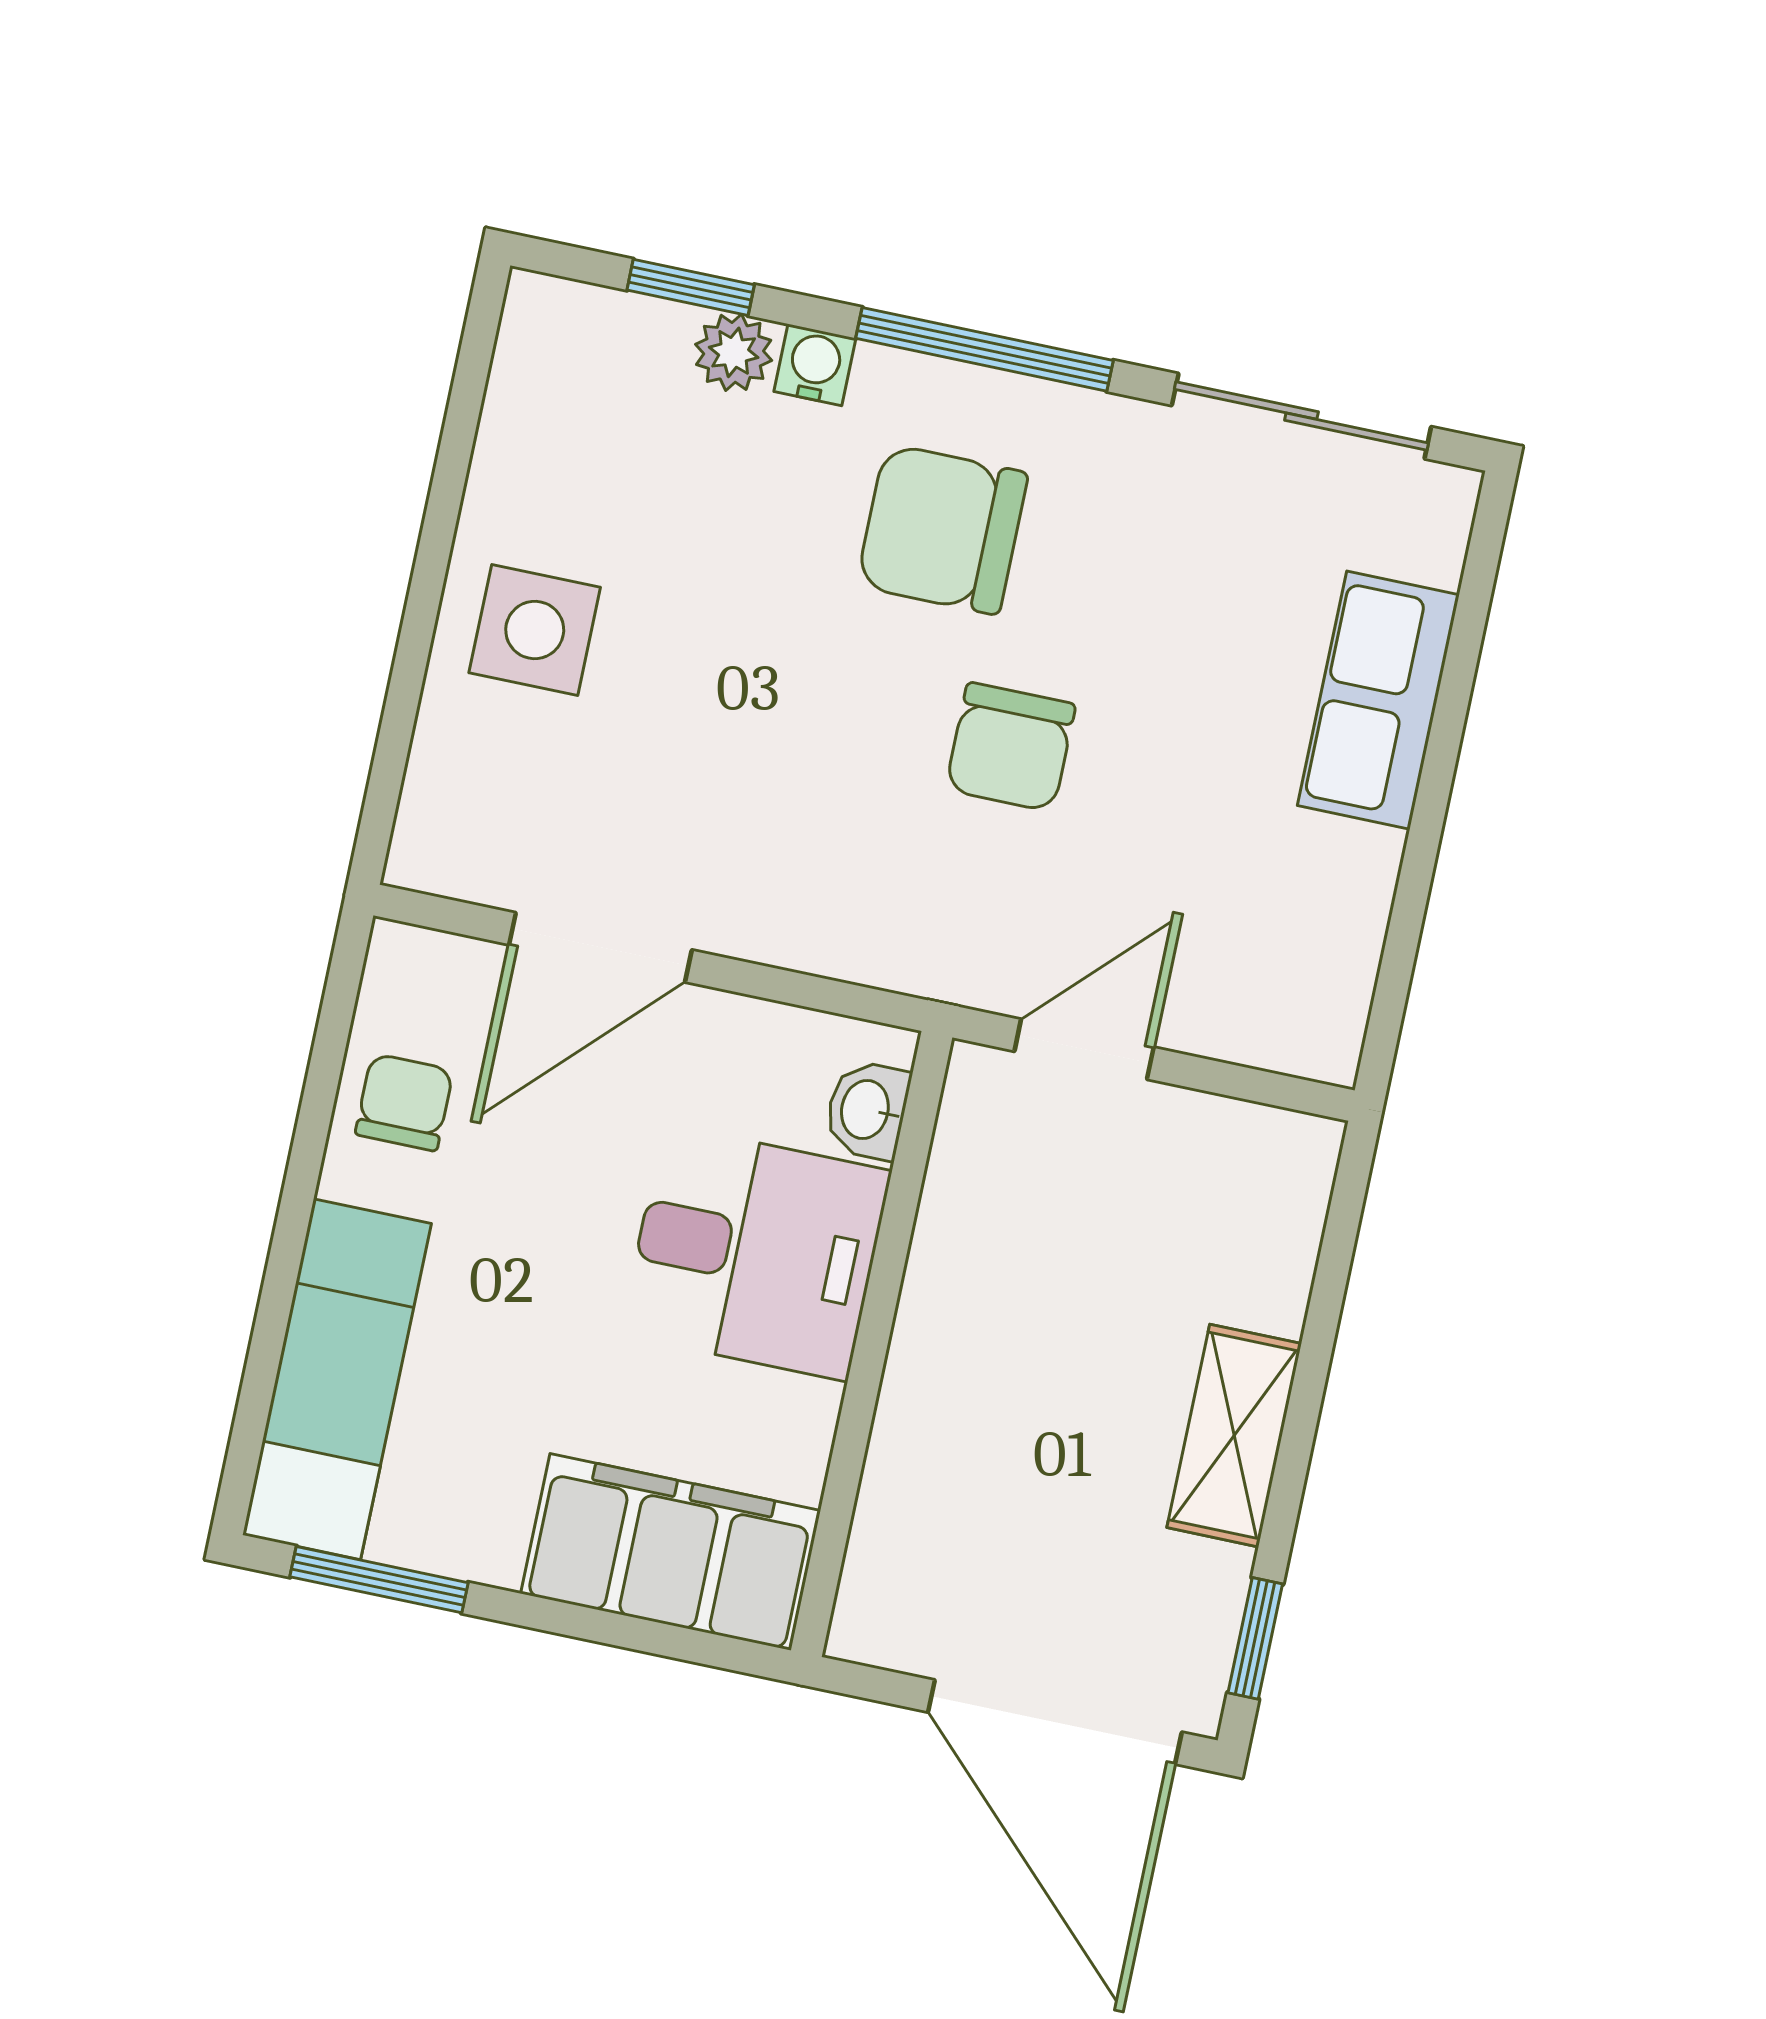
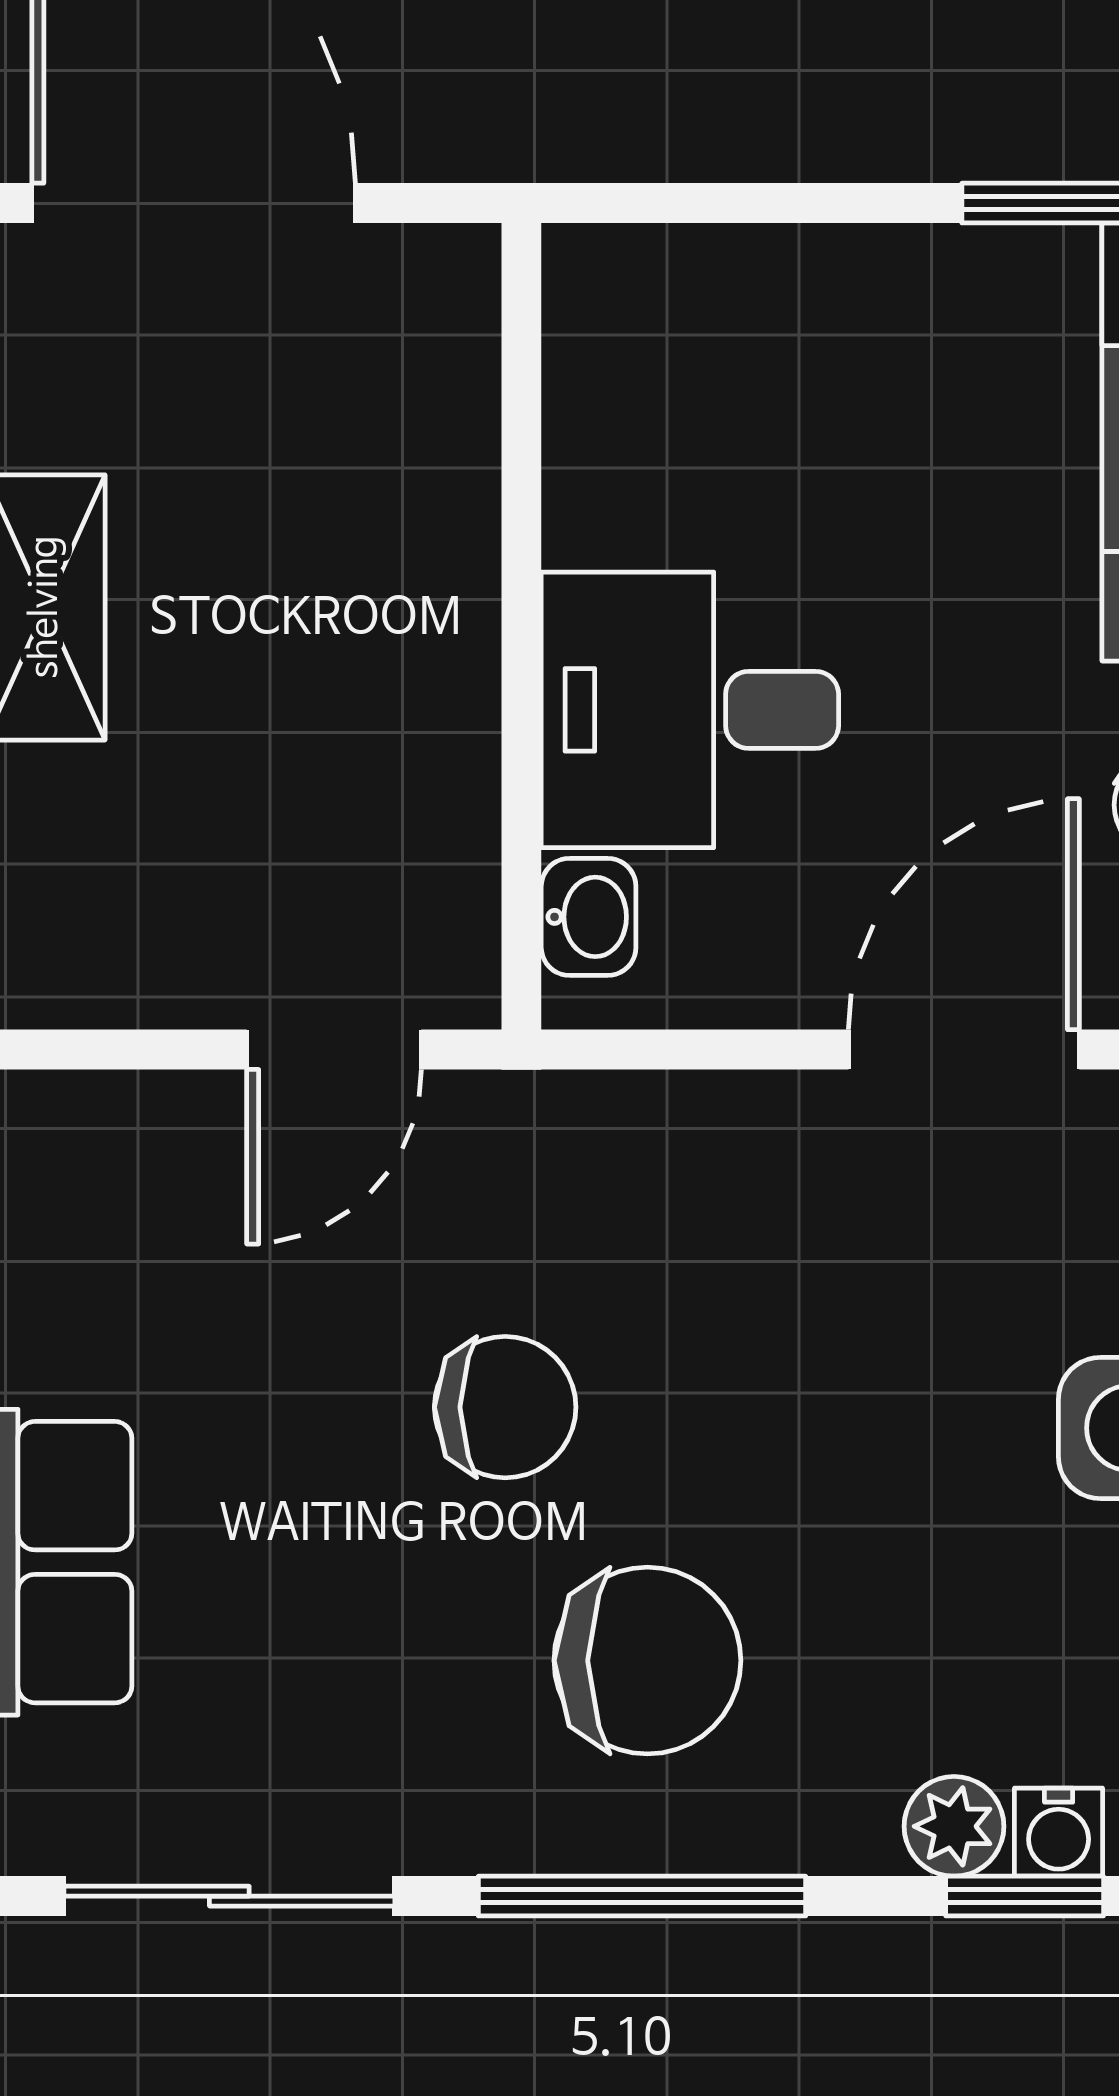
water cooler: (815, 365) -> (1059, 1832), moved
chair: (1010, 747) -> (505, 1407), turned 90
filing cabinet: (671, 1552) -> (717, 314), removed

